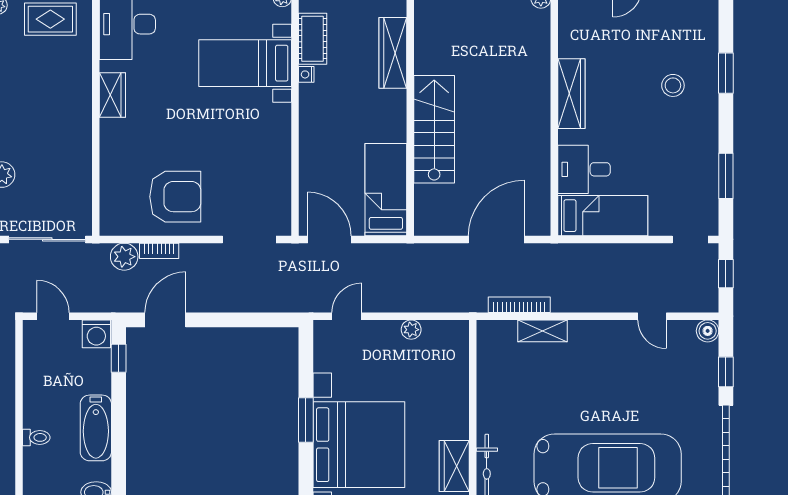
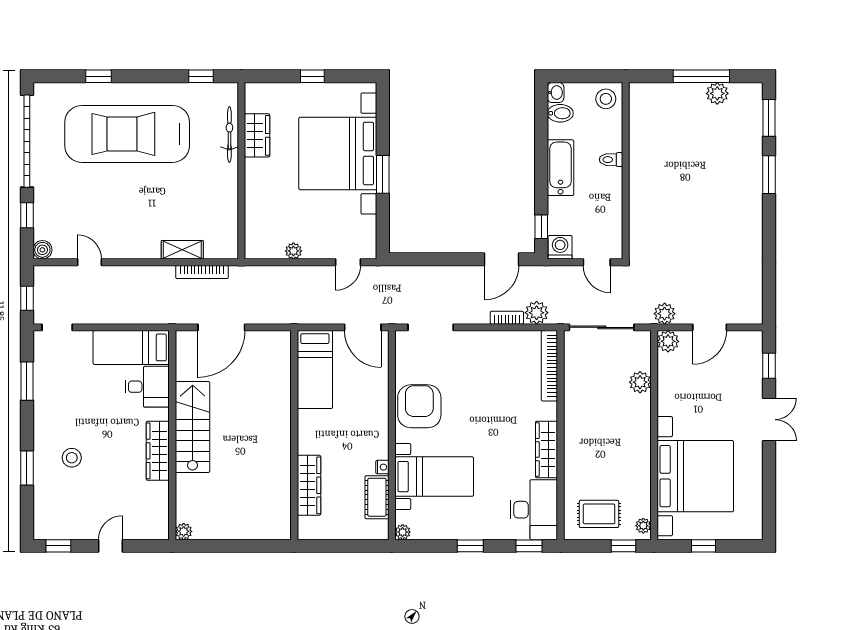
wardrobe: (112, 95) -> (547, 450), width x1.50
stairs: (434, 129) -> (193, 427), moved, turned 180
bookcase: (109, 194) -> (549, 366), added
armchair: (175, 197) -> (419, 406), moved, turned 90

